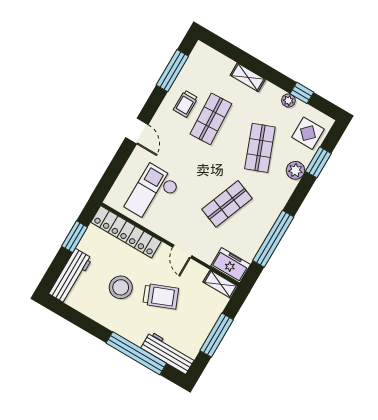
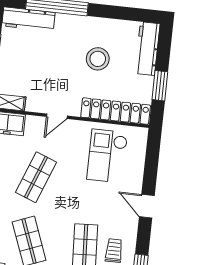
checkout: (152, 194) -> (107, 156), turned 180
door: (182, 251) -> (57, 116), swing flipped
trolley: (161, 296) -> (58, 67), removed

